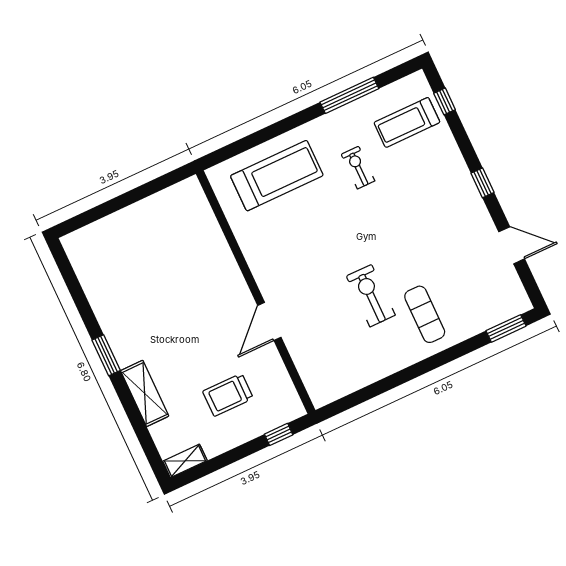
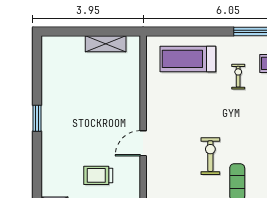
treadmill: (277, 176) -> (188, 59), turned 180
shelving: (145, 393) -> (106, 44), moved, turned 90

